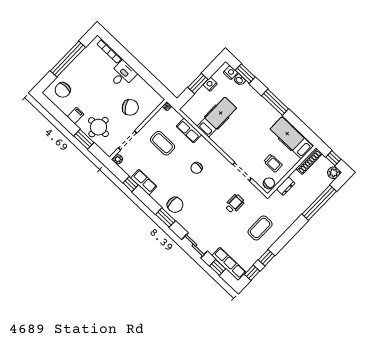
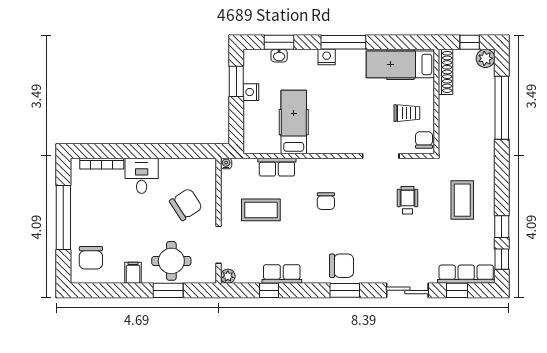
nightstand: (230, 73) -> (327, 57), moved
window: (198, 83) -> (236, 81), moved
dresser: (286, 186) -> (446, 125), removed

